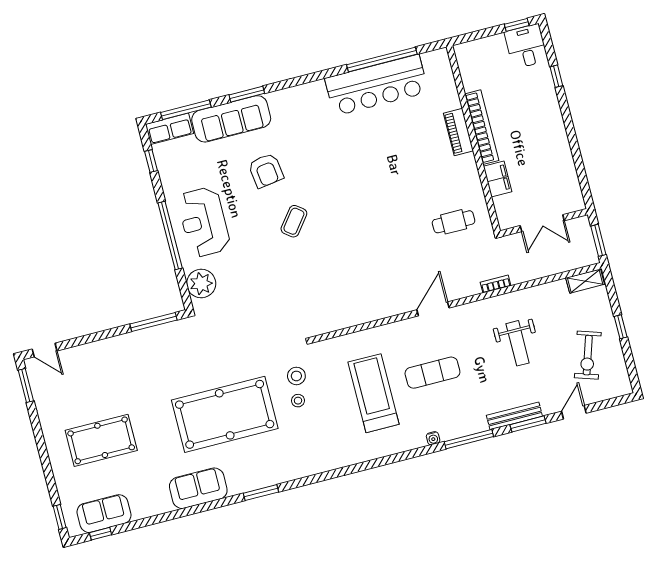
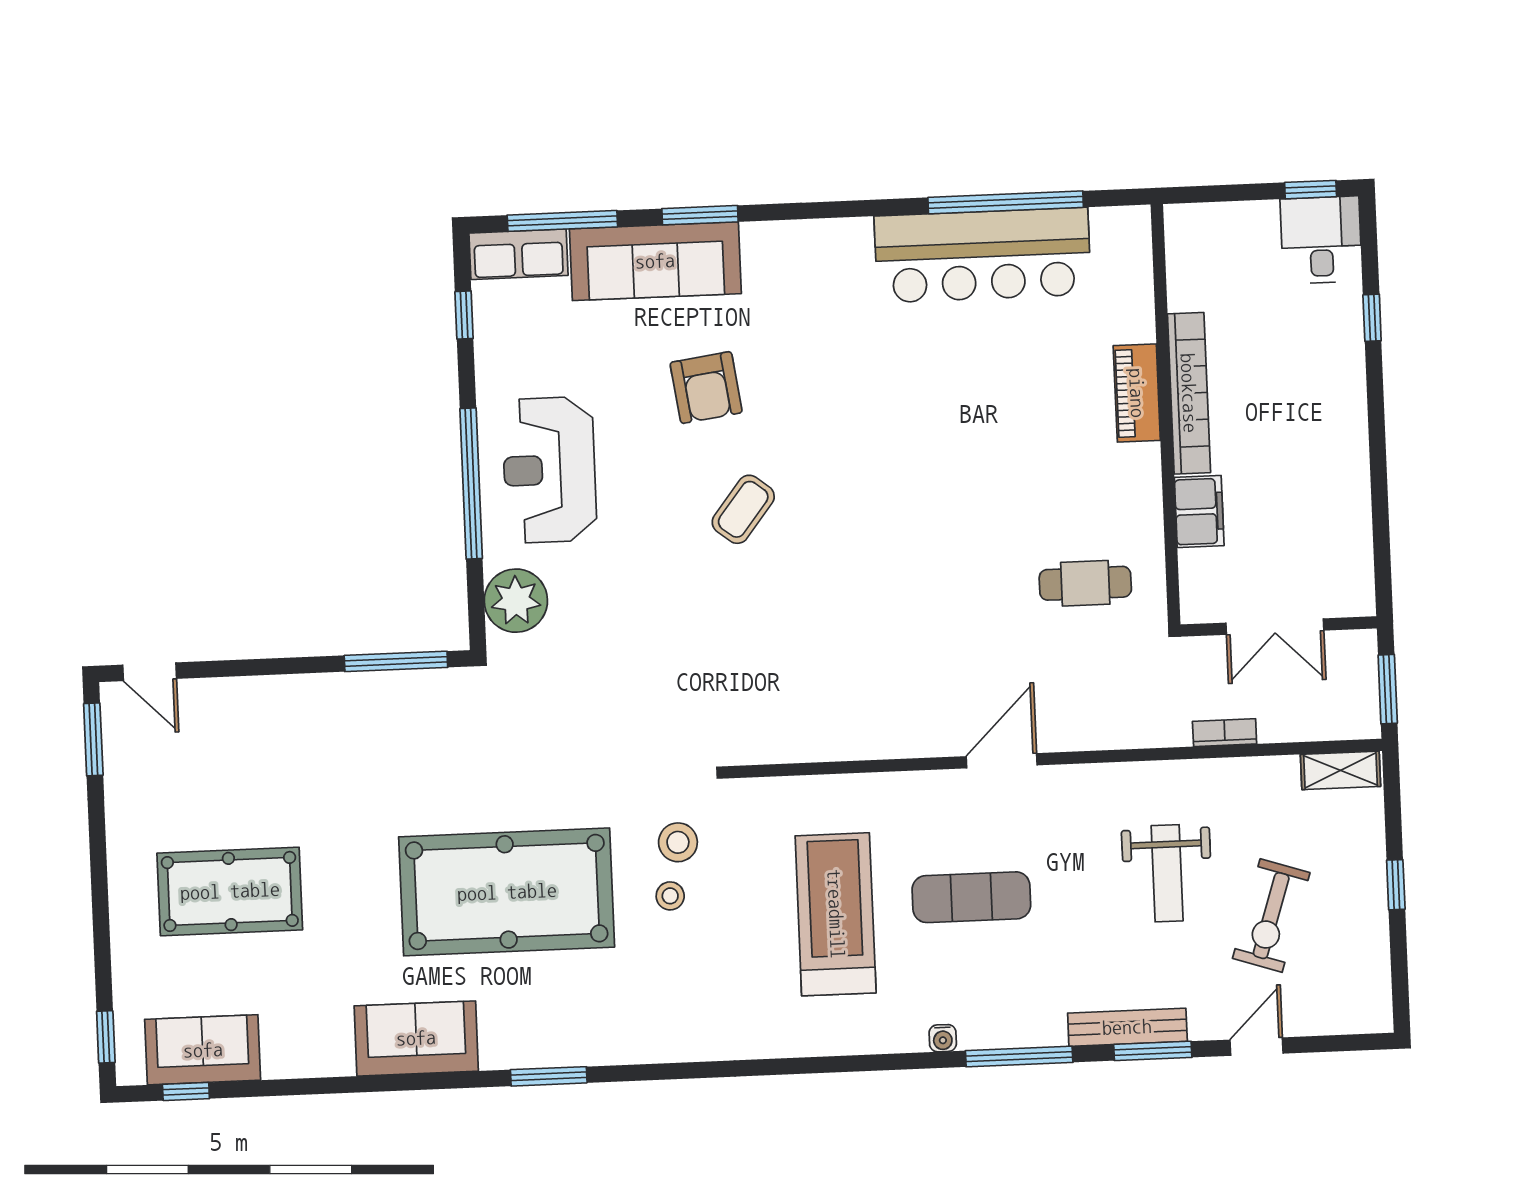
bookcase: (496, 284) -> (1225, 733), moved
exercise bike: (588, 355) -> (1271, 916), moved

